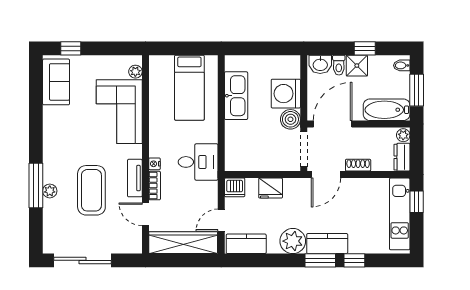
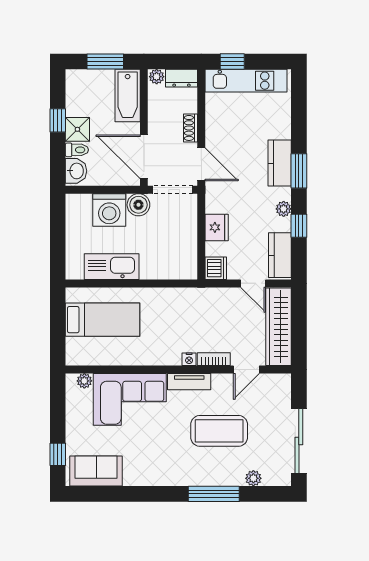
bidet: (402, 65) -> (77, 78), removed
desk: (198, 162) -> (187, 310), removed
tv unit: (135, 178) -> (189, 382), moved
plant: (50, 191) -> (253, 478), moved
plant: (293, 241) -> (284, 209), width x0.53, depth x0.53
window: (354, 260) -> (299, 226), moved

